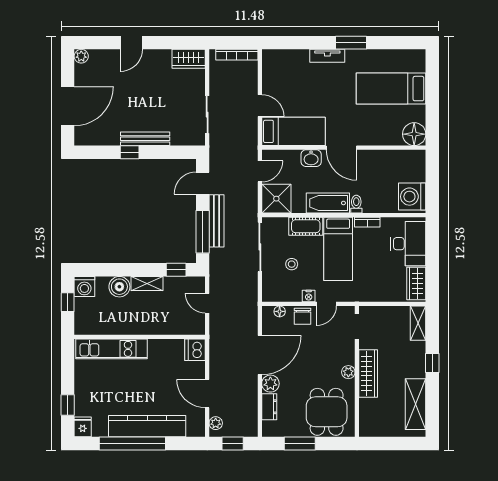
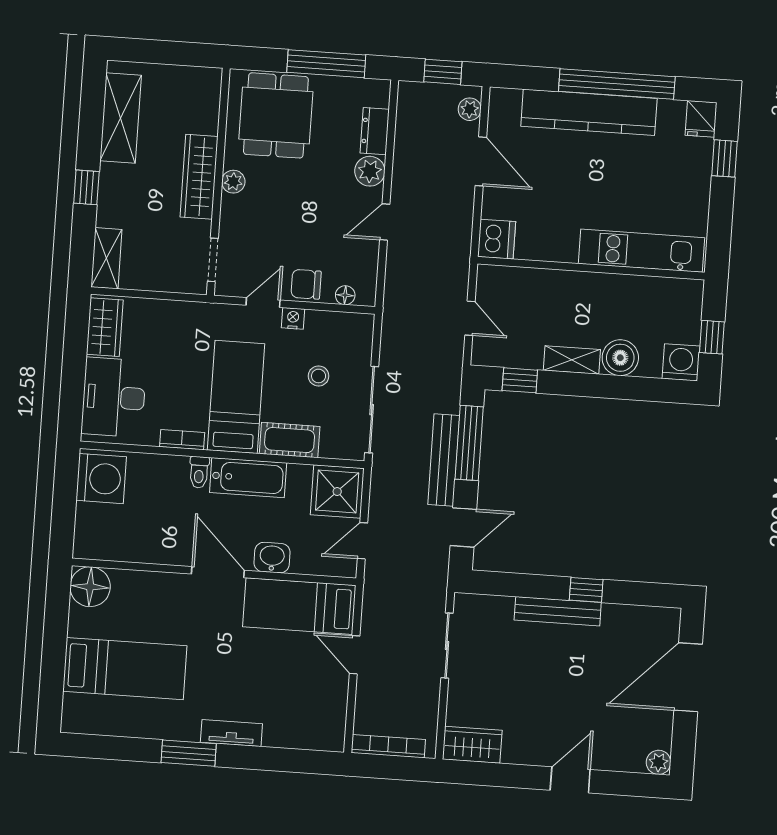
chair: (303, 316) -> (306, 284), turned -90
door: (260, 355) -> (385, 222), width x0.53
window: (300, 443) -> (326, 64), width x1.44

